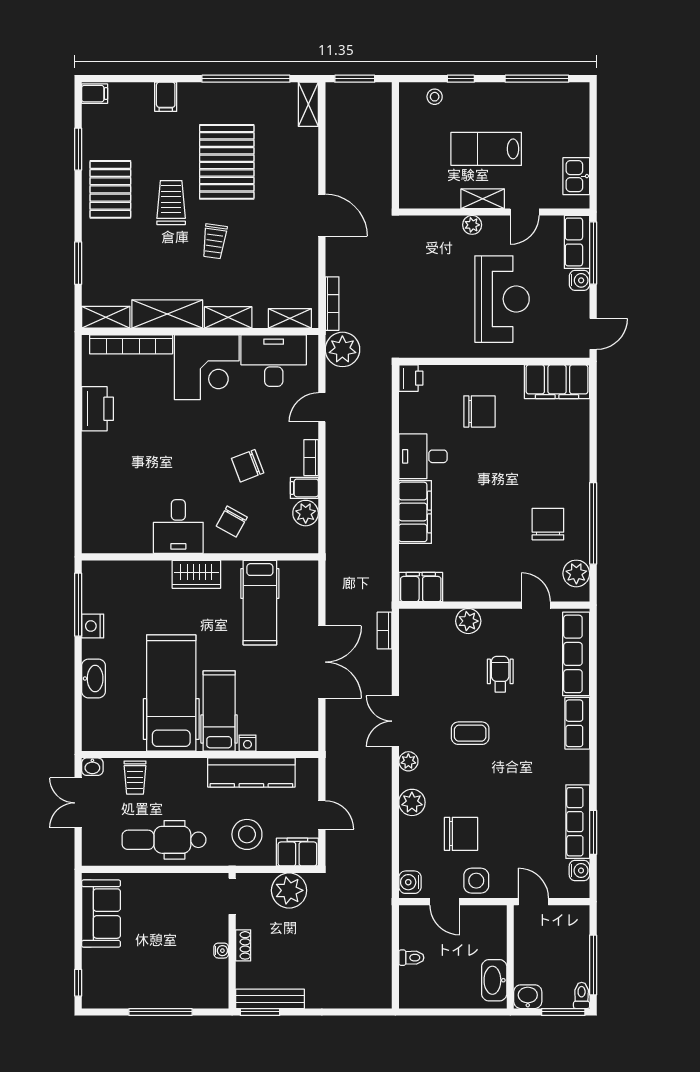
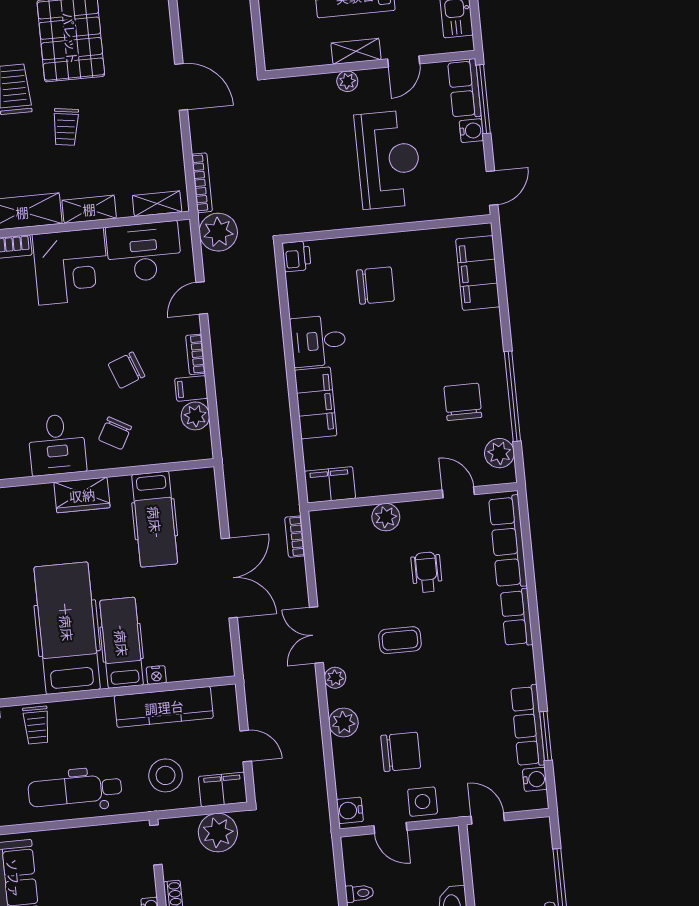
filing cabinet: (557, 382) -> (478, 273), moved, turned 90

